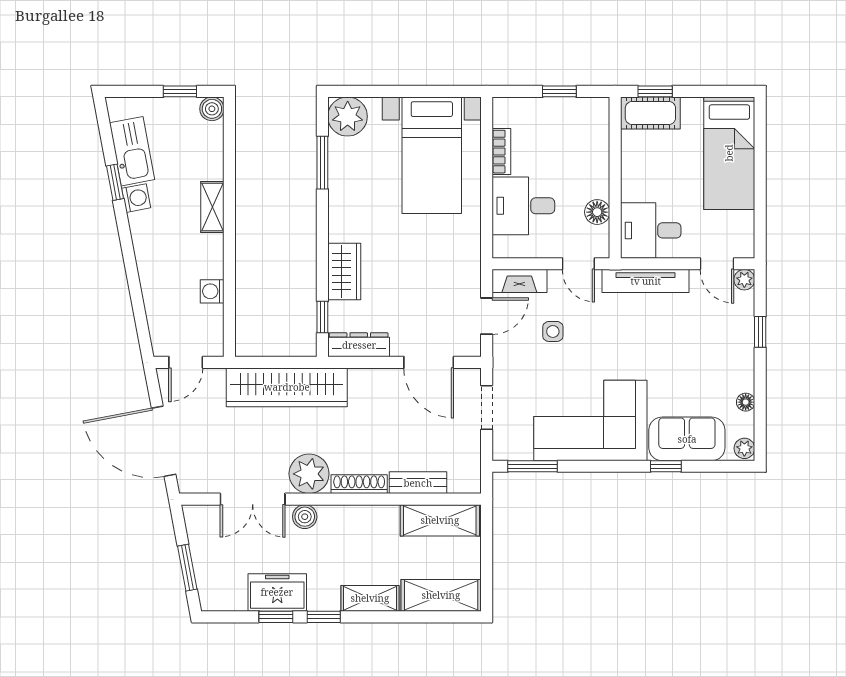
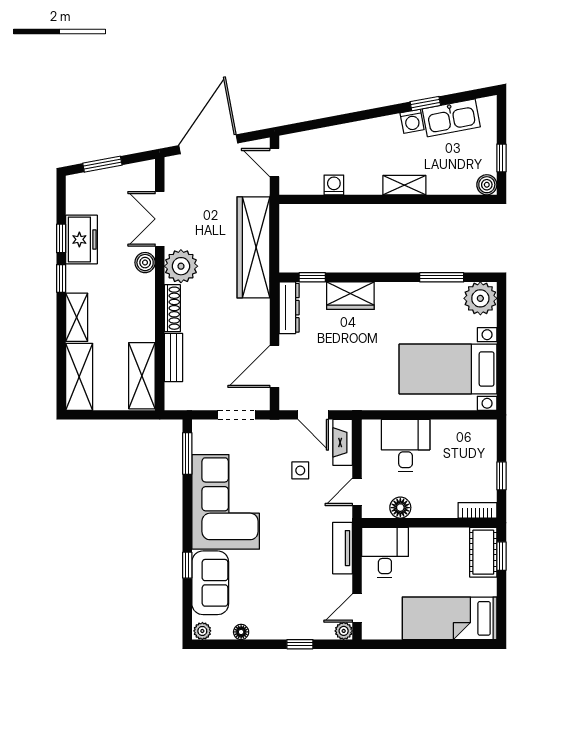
bookcase: (501, 152) -> (477, 510), moved, turned 180
tv unit: (646, 281) -> (343, 548), width x0.71

